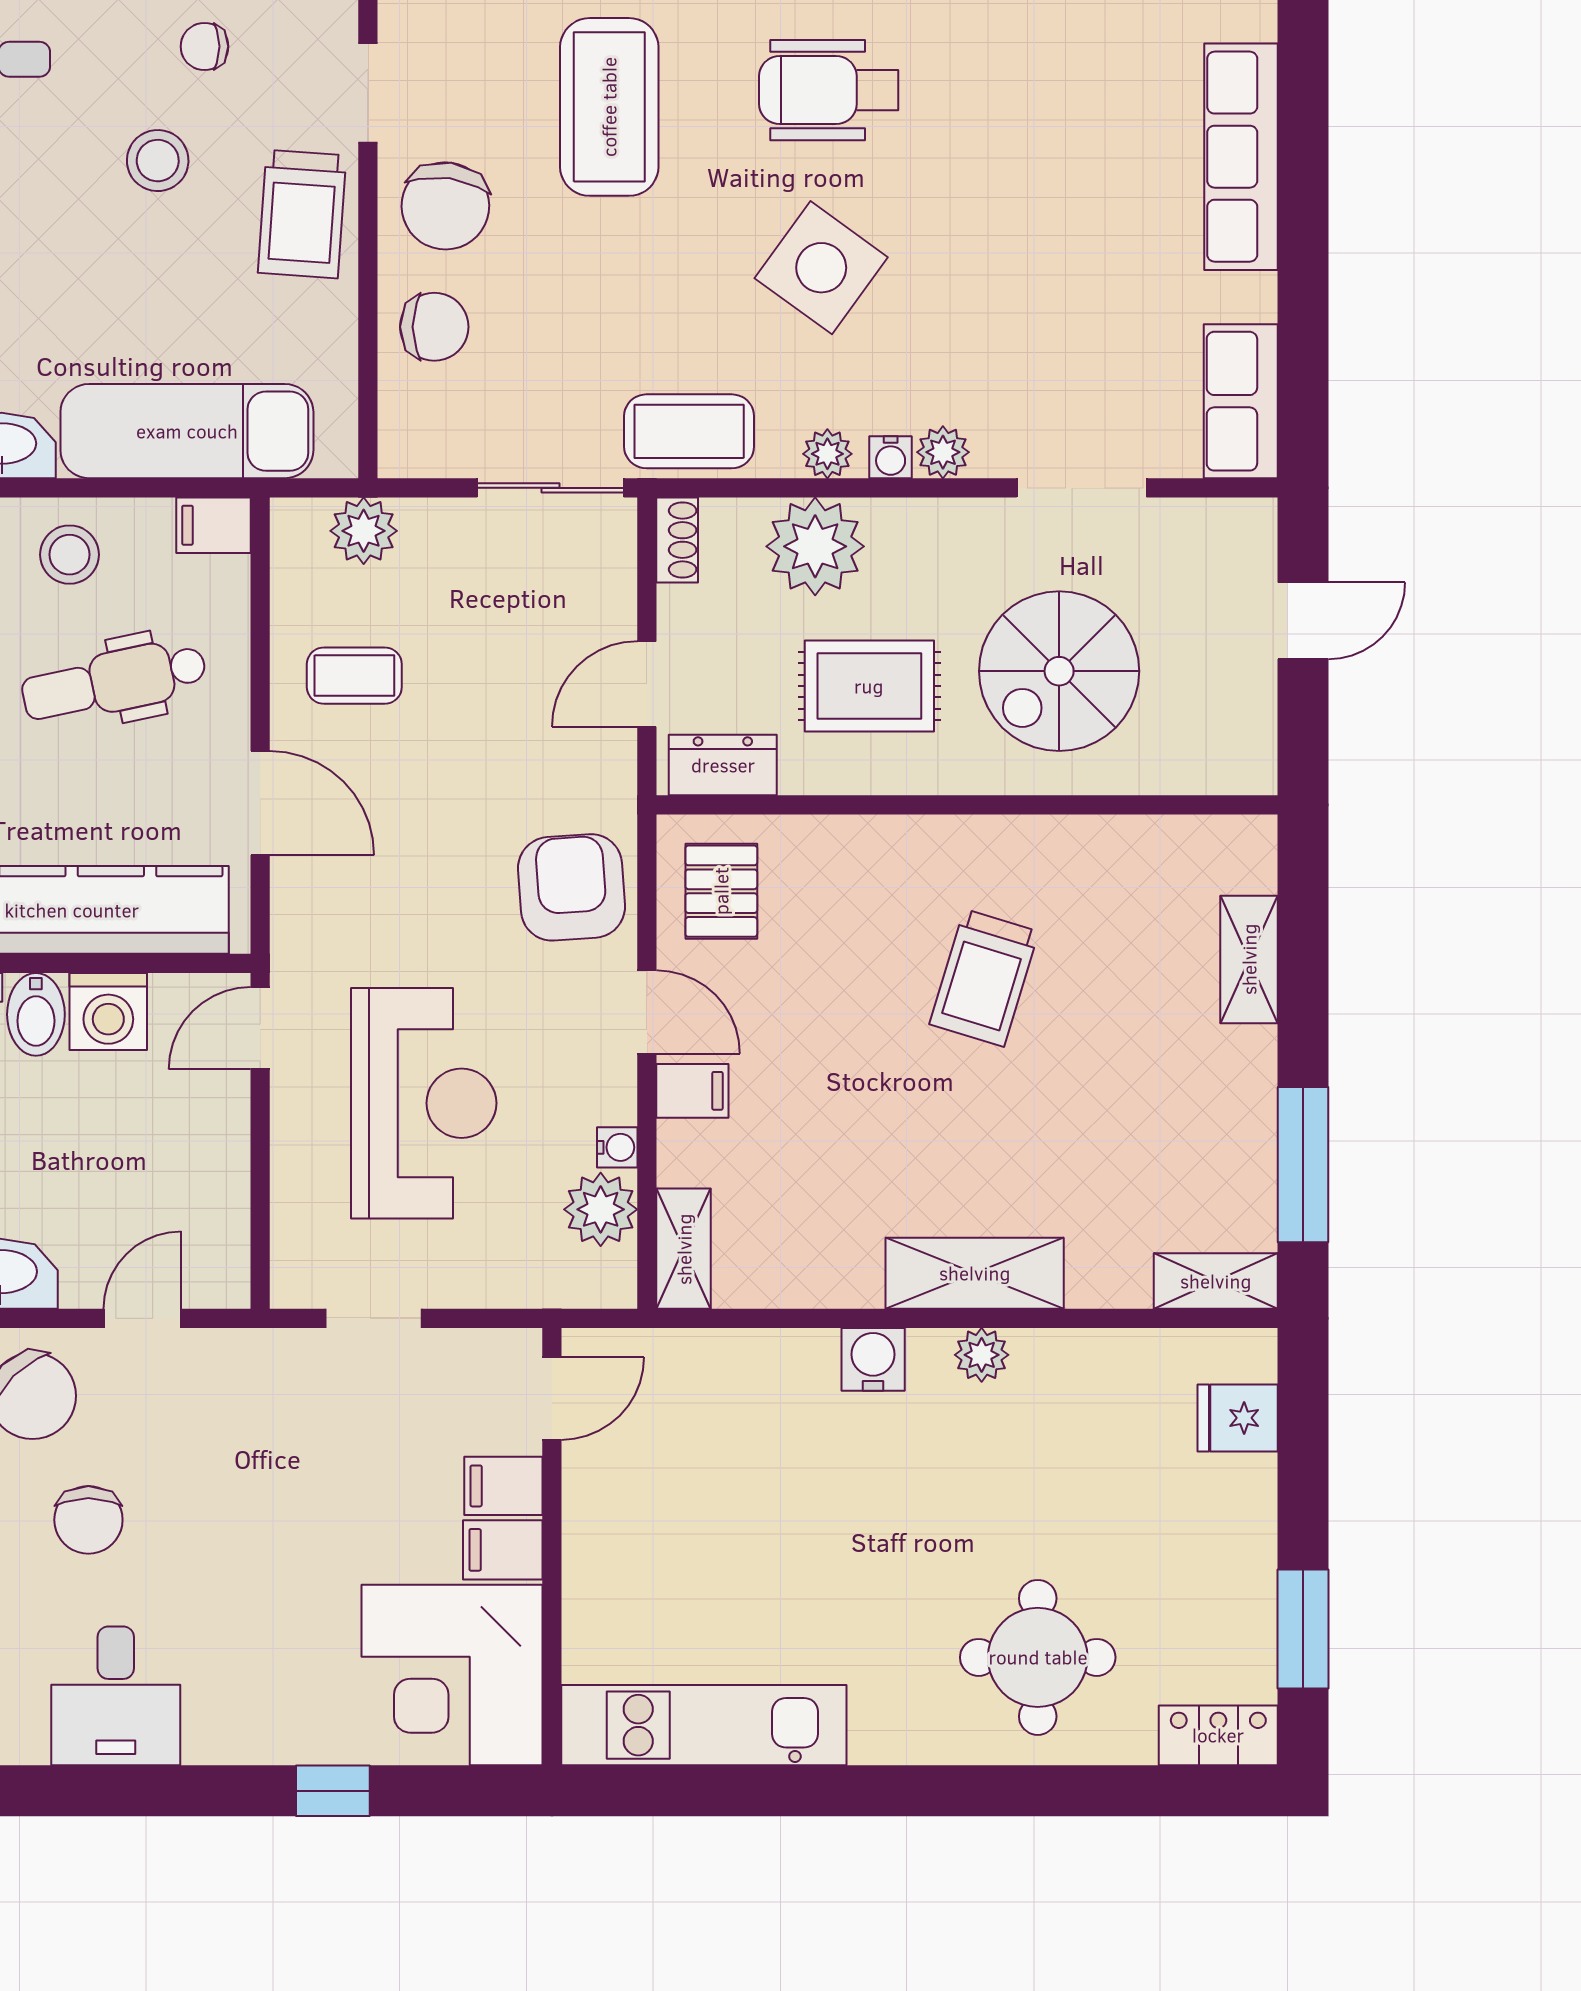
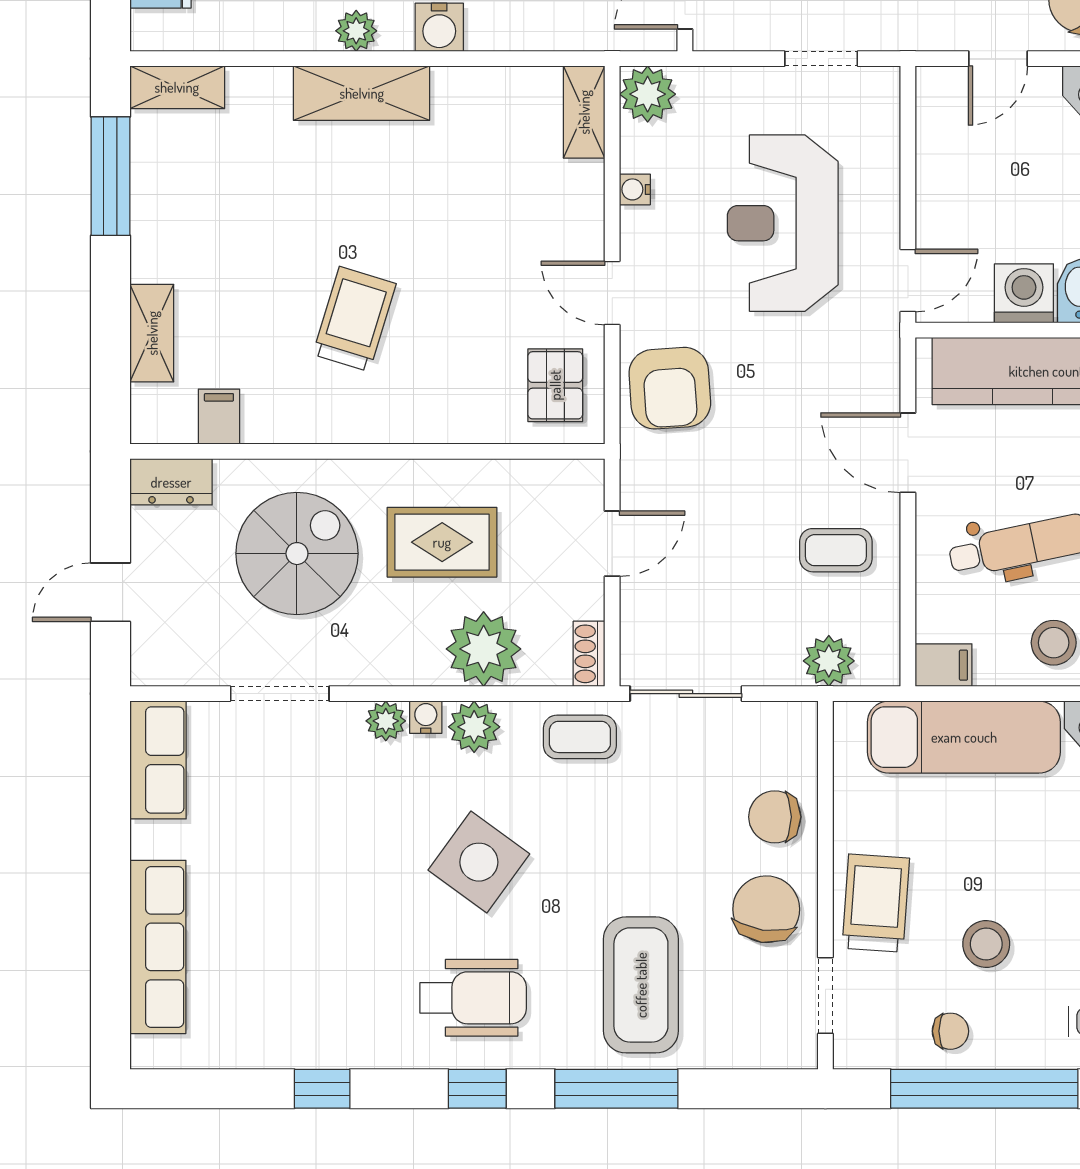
coffee table: (689, 431) -> (580, 737), width x0.73, depth x0.77
plant: (827, 454) -> (474, 727), width x1.38, depth x1.38
dresser: (723, 765) -> (171, 482), moved
filing cabinet: (692, 1091) -> (219, 417), moved, turned 90
plant: (601, 1209) -> (648, 94), moved

